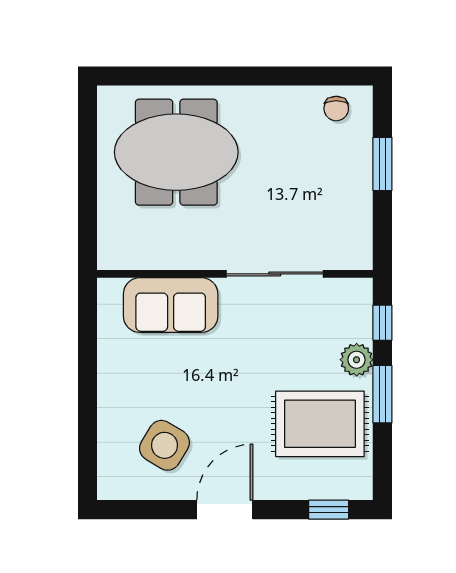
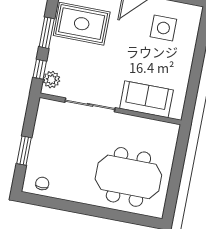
plant: (357, 360) -> (51, 80), moved
side table: (164, 445) -> (163, 28), turned -31

